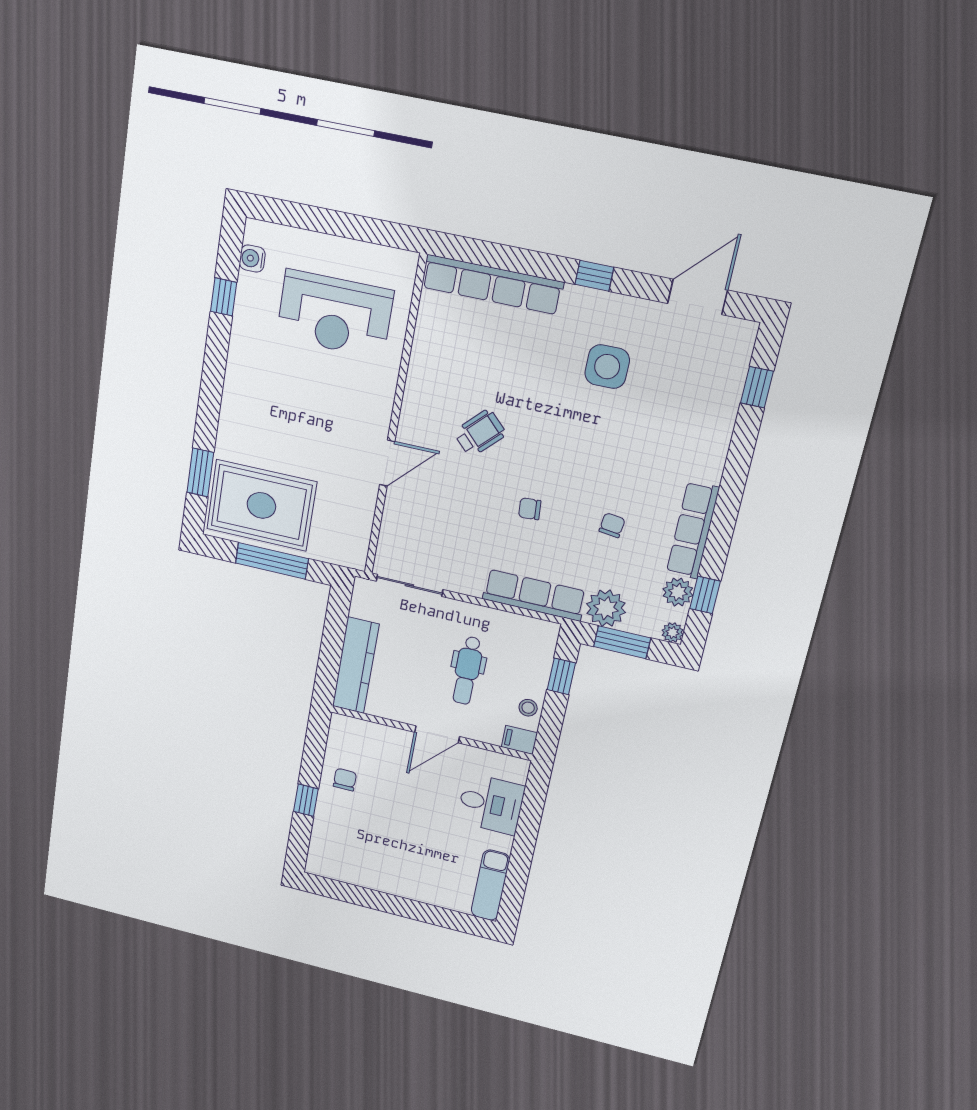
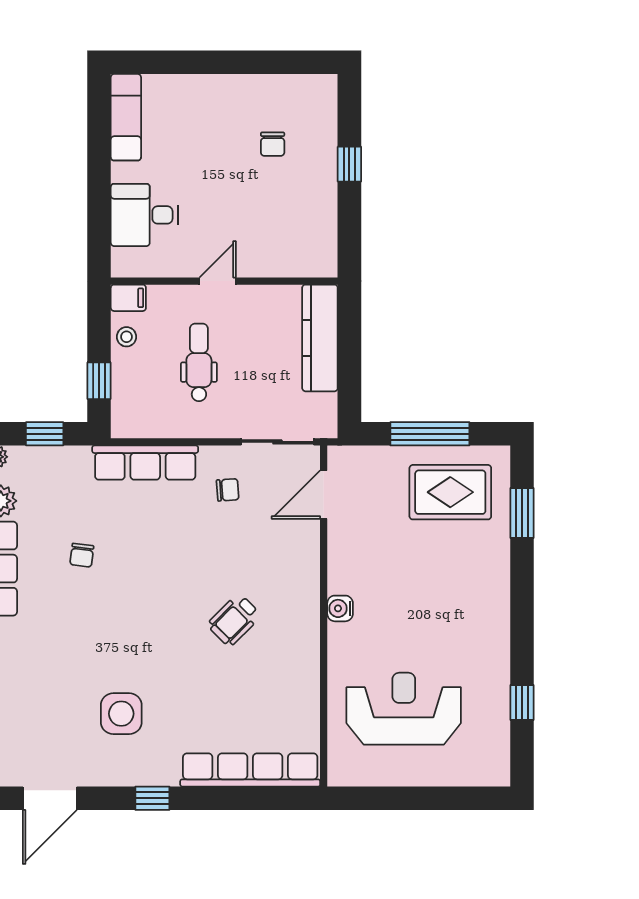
water cooler: (252, 259) -> (340, 608), moved, turned 180
door: (387, 463) -> (324, 495), moved
rug: (261, 505) -> (450, 492), width x0.73, depth x0.69
chair: (530, 509) -> (228, 490), moved
plant: (606, 608) -> (69, 466), removed
window: (622, 642) -> (45, 434), width x0.67
door: (437, 734) -> (218, 281), width x0.73
chair: (345, 780) -> (273, 144), moved

